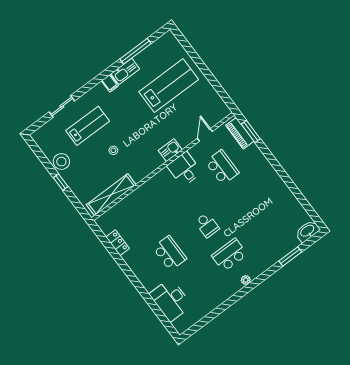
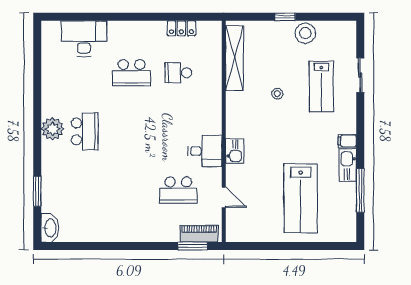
school desk: (207, 225) -> (178, 73), moved
plant: (246, 280) -> (53, 129), width x1.88, depth x1.88

